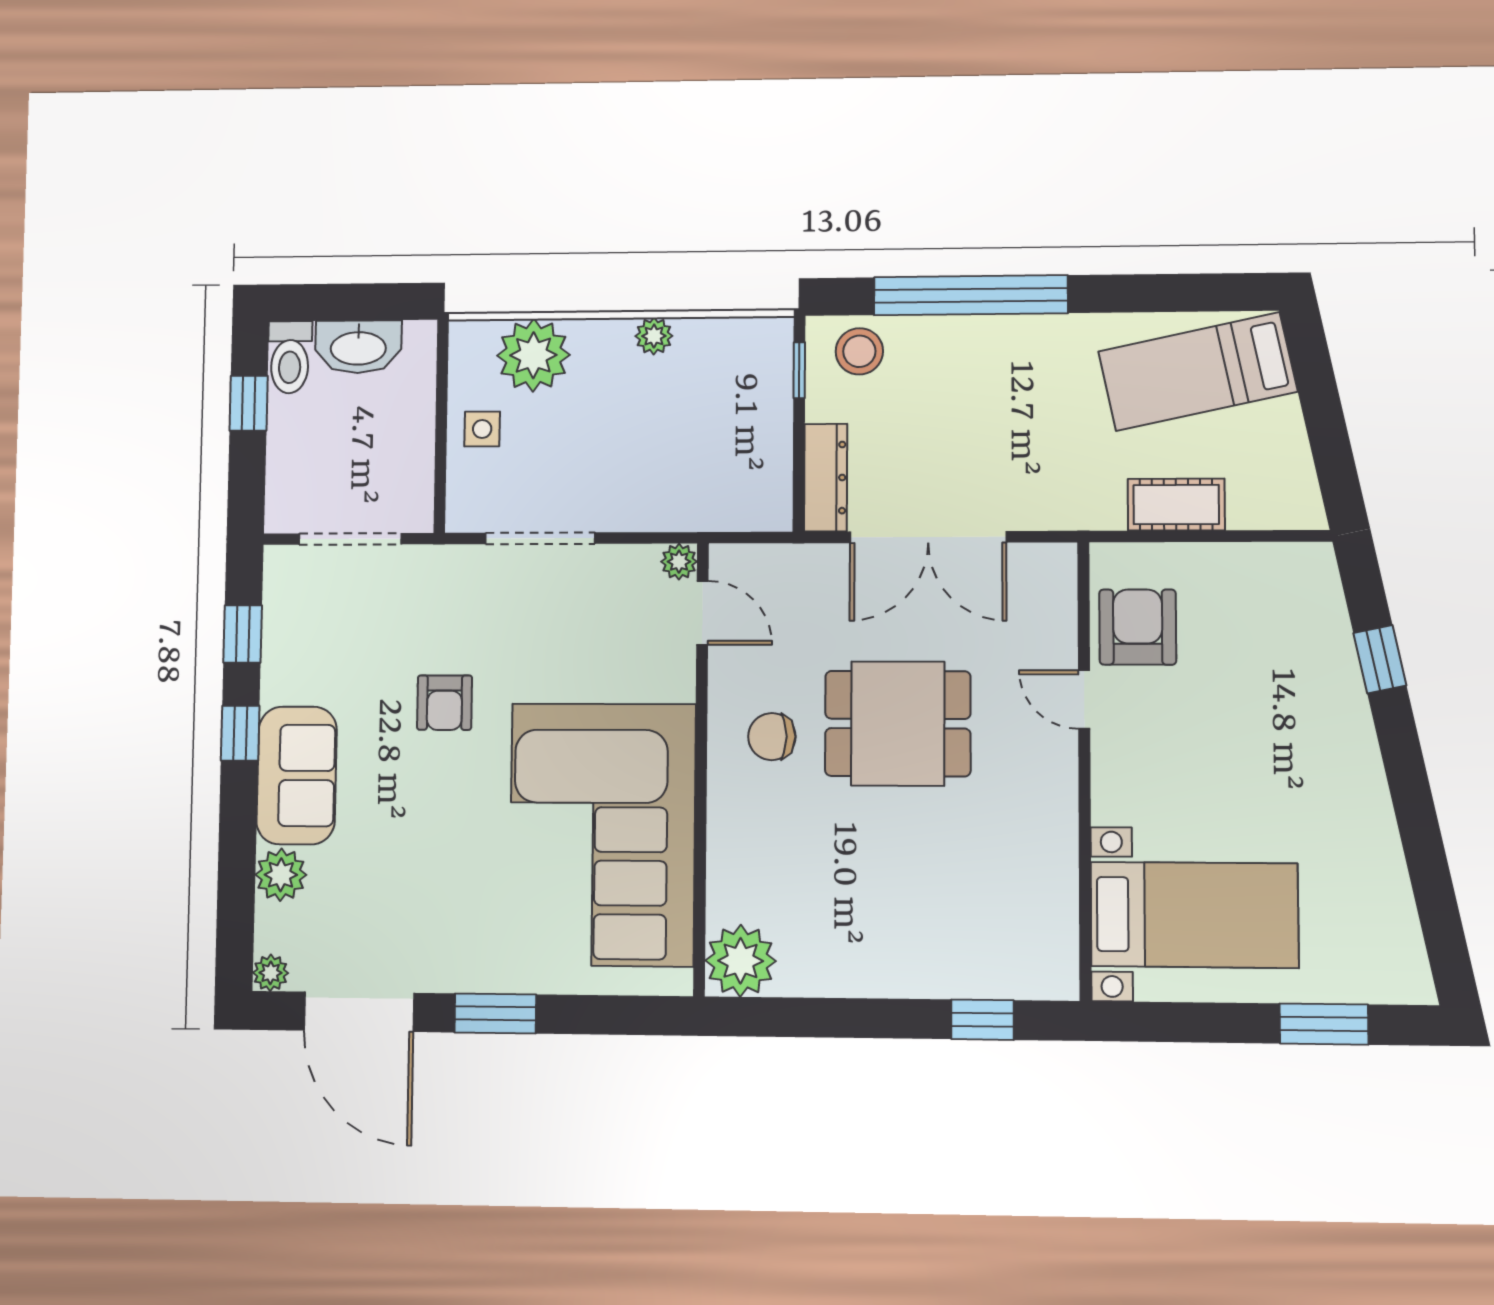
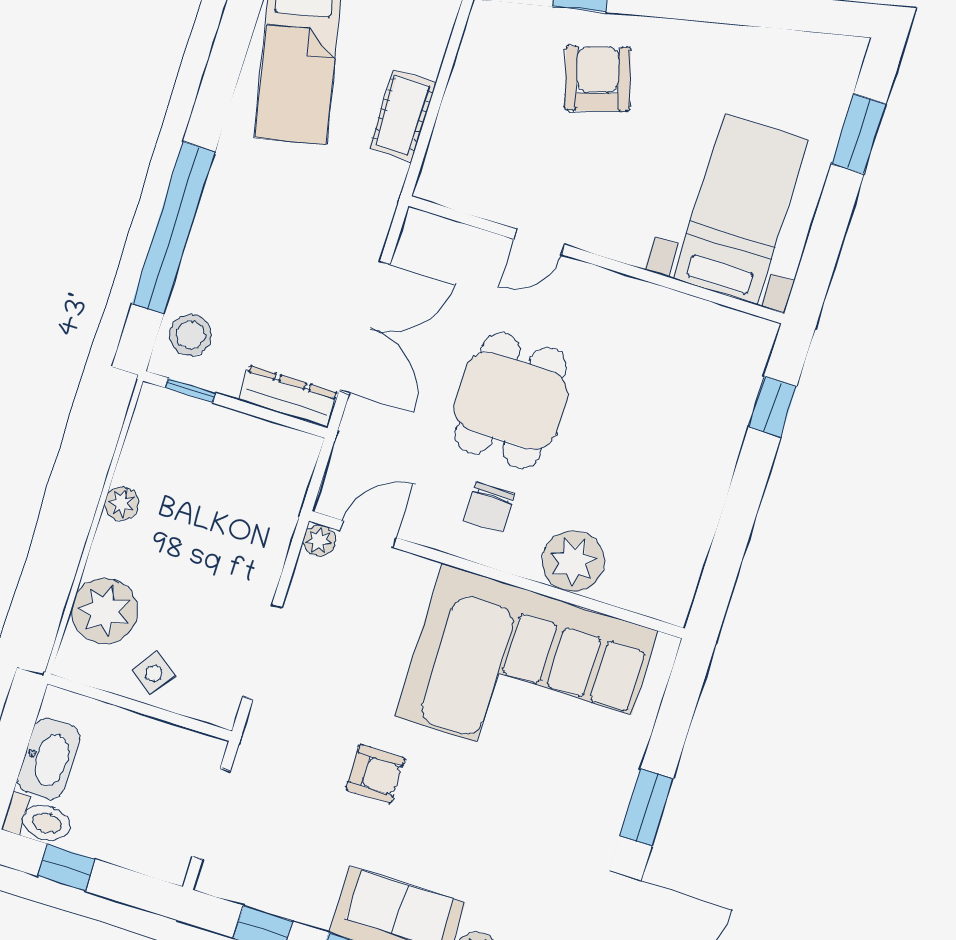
side table: (482, 429) -> (154, 673), turned 38
armchair: (1138, 627) -> (598, 79), moved, turned 74
plant: (741, 961) -> (573, 561), moved

